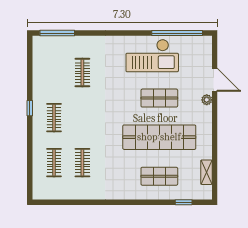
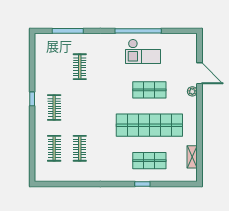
window: (57, 33) -> (68, 31), moved
window: (177, 33) -> (138, 31), moved
checkout: (152, 56) -> (143, 51), width x0.73, depth x0.83
window: (184, 202) -> (142, 184), moved

